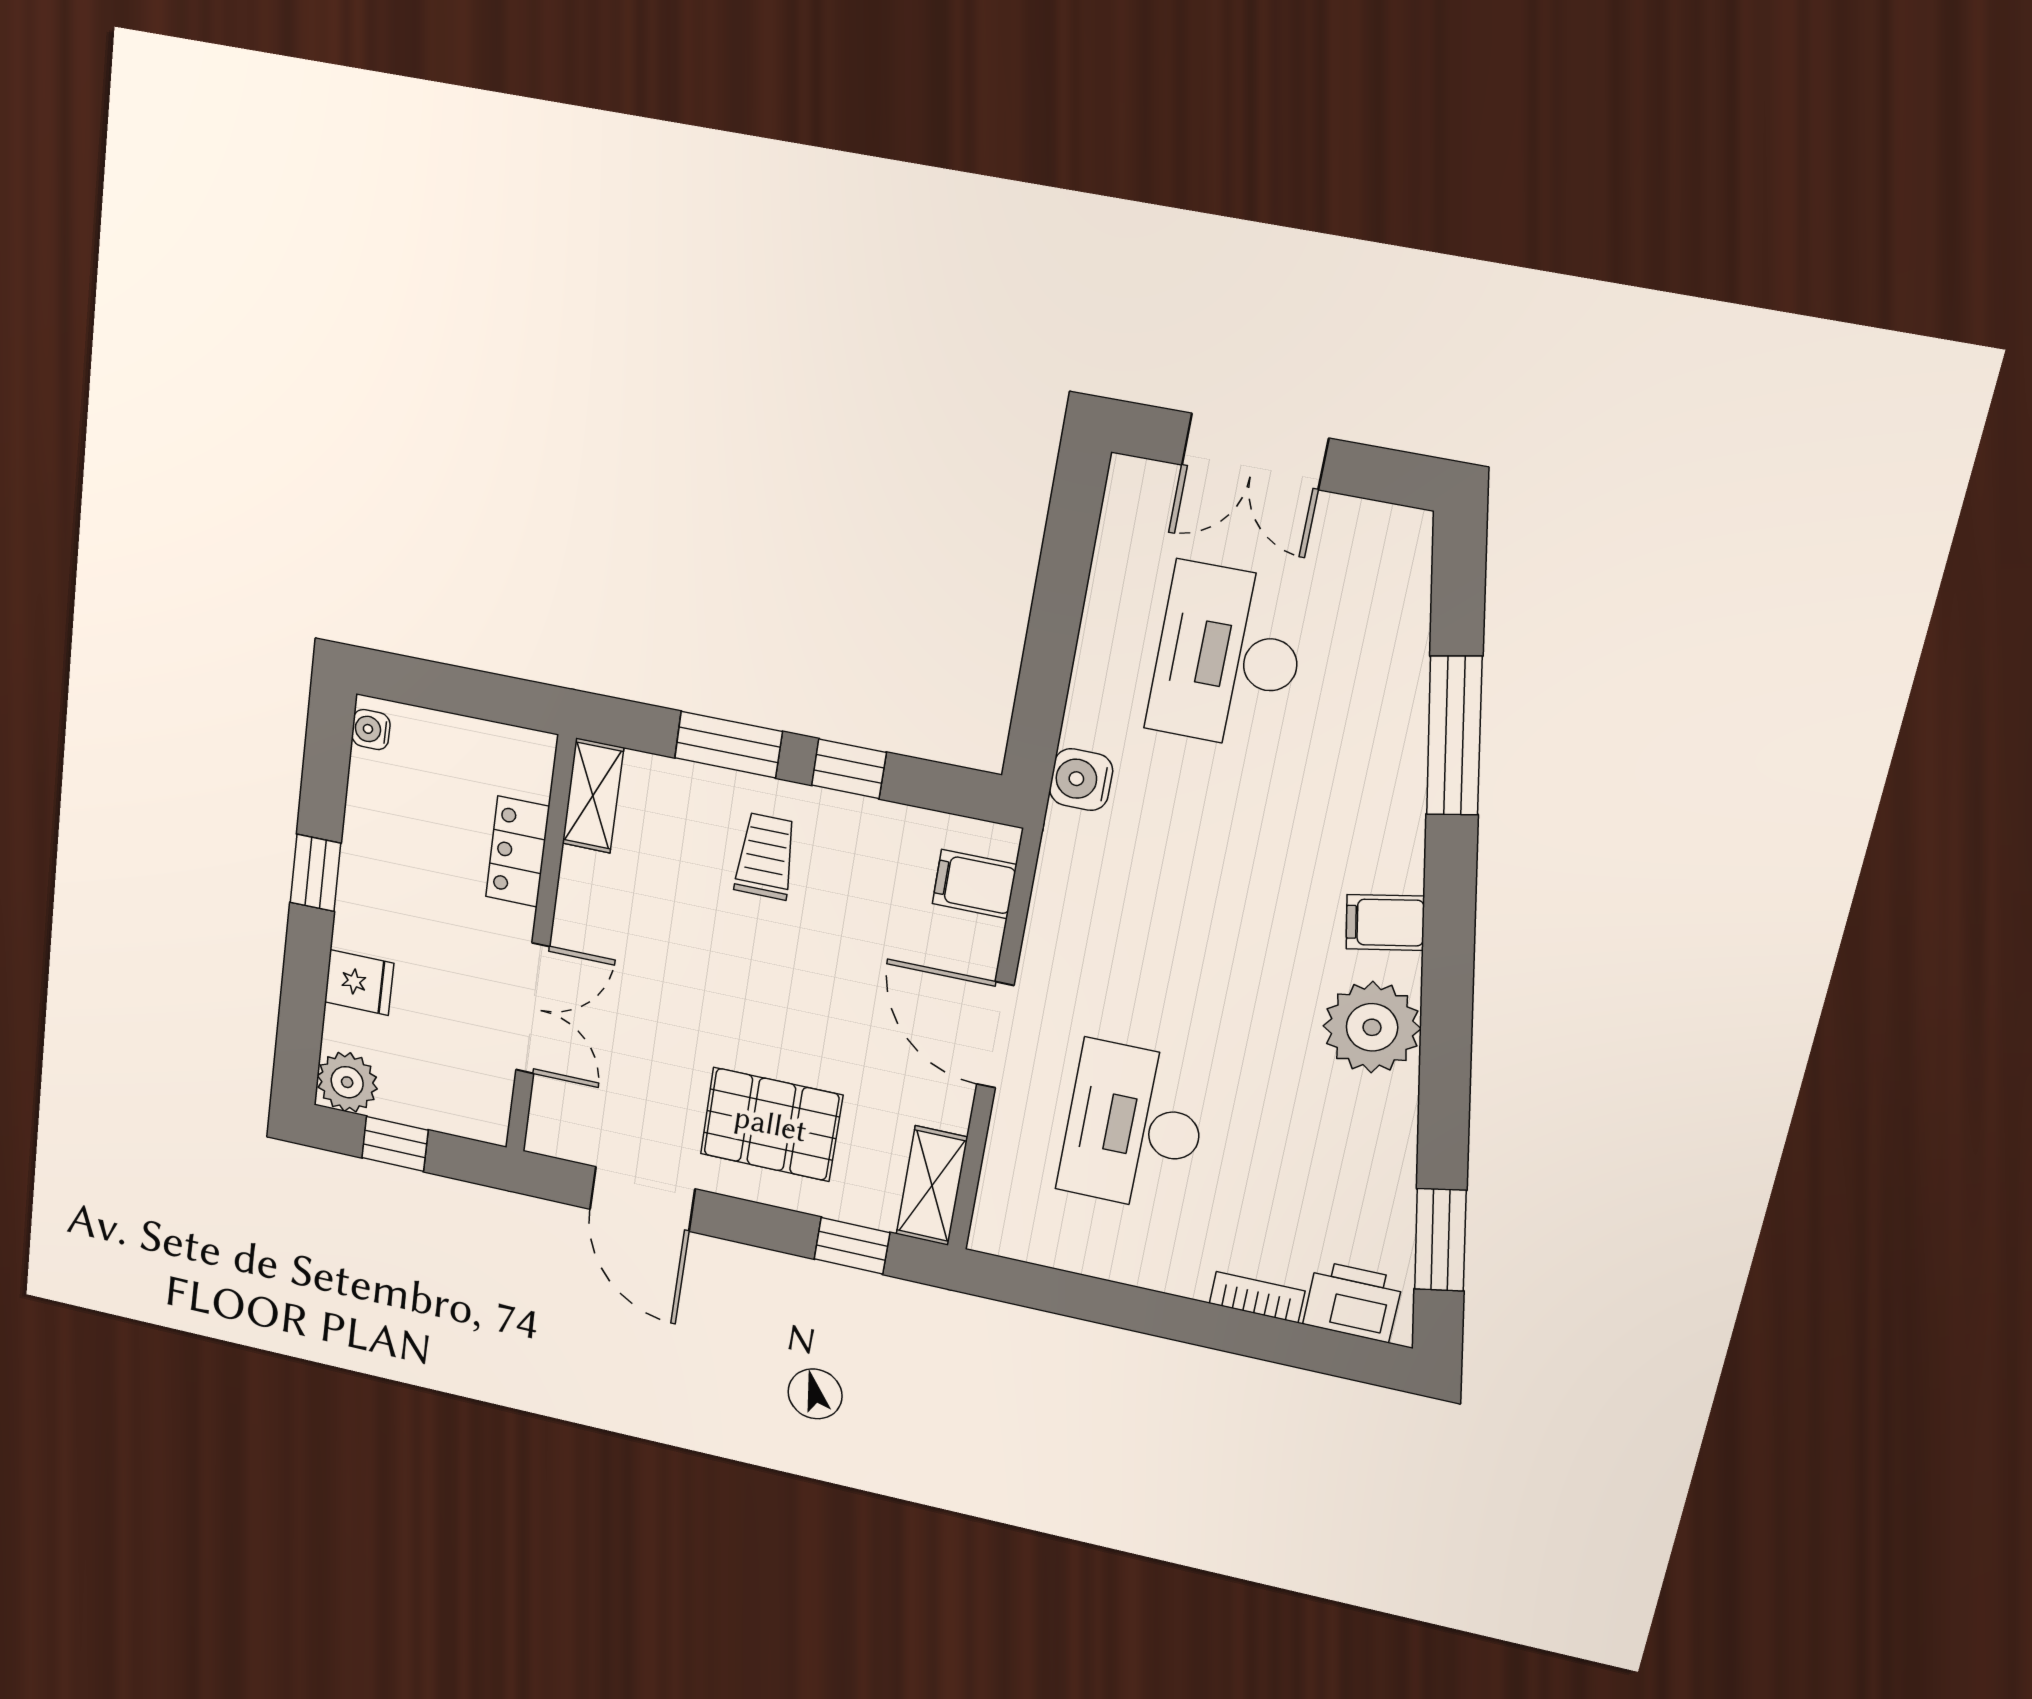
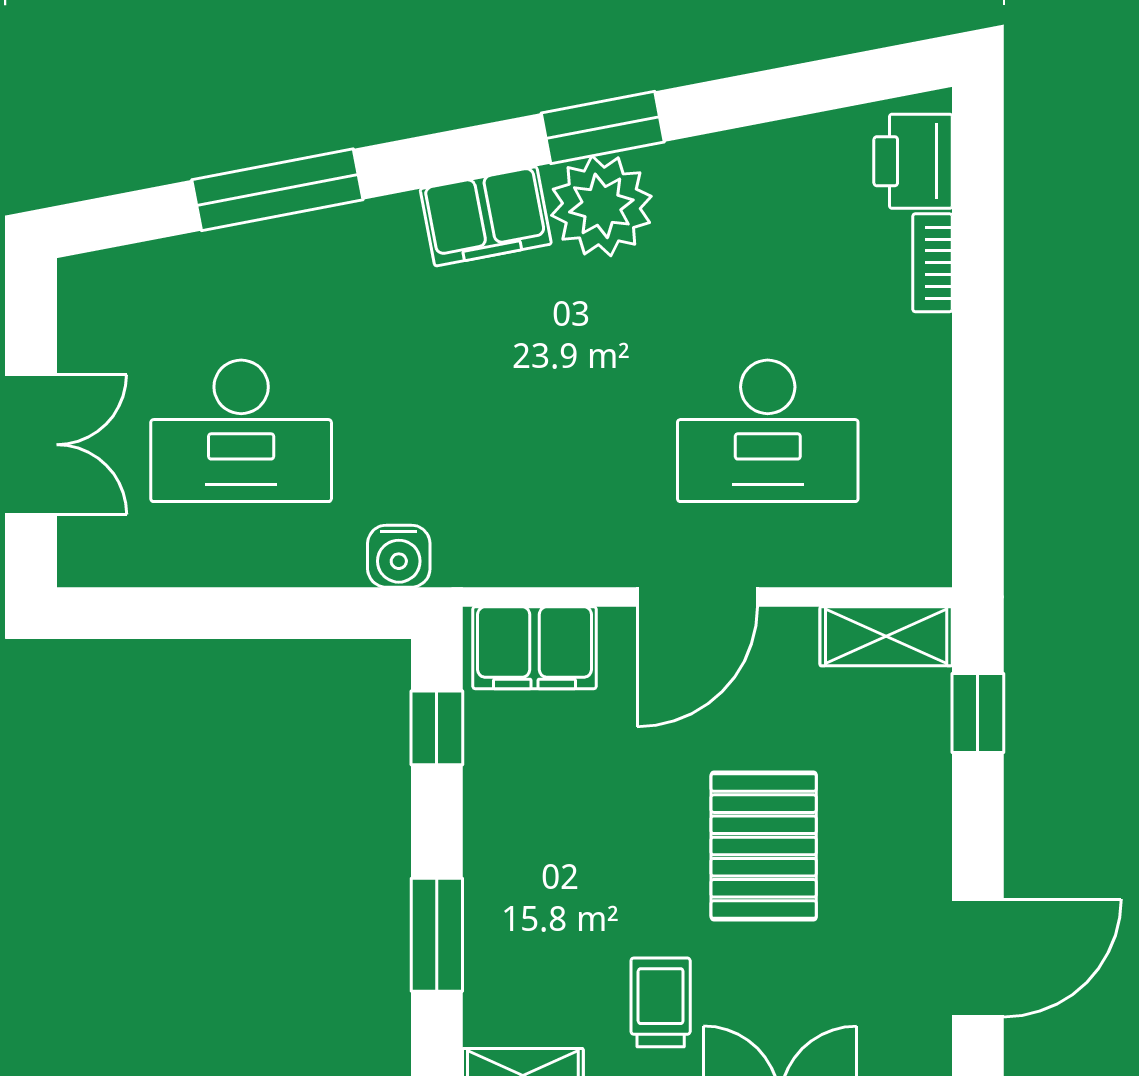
window: (849, 769) -> (437, 728), moved
trolley: (766, 856) -> (661, 1002), moved, turned 90
filing cabinet: (975, 884) -> (535, 648), width x2.00
filing cabinet: (1385, 922) -> (486, 216), width x2.00
pallet: (771, 1124) -> (764, 846), moved
window: (1440, 1240) -> (603, 128), moved

